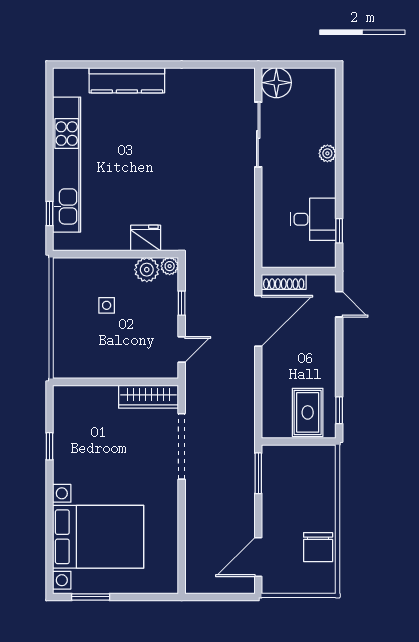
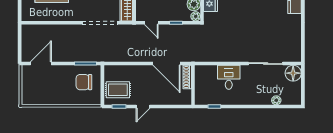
plant: (327, 153) -> (276, 100), moved
desk: (313, 219) -> (229, 77), moved, turned 180
door: (339, 304) -> (143, 107), moved
chair: (318, 547) -> (84, 82), moved
door: (258, 557) -> (41, 64), hinge flipped

